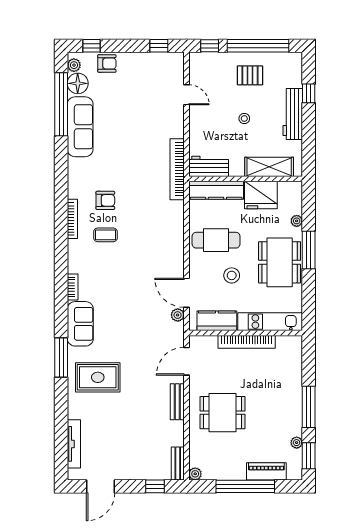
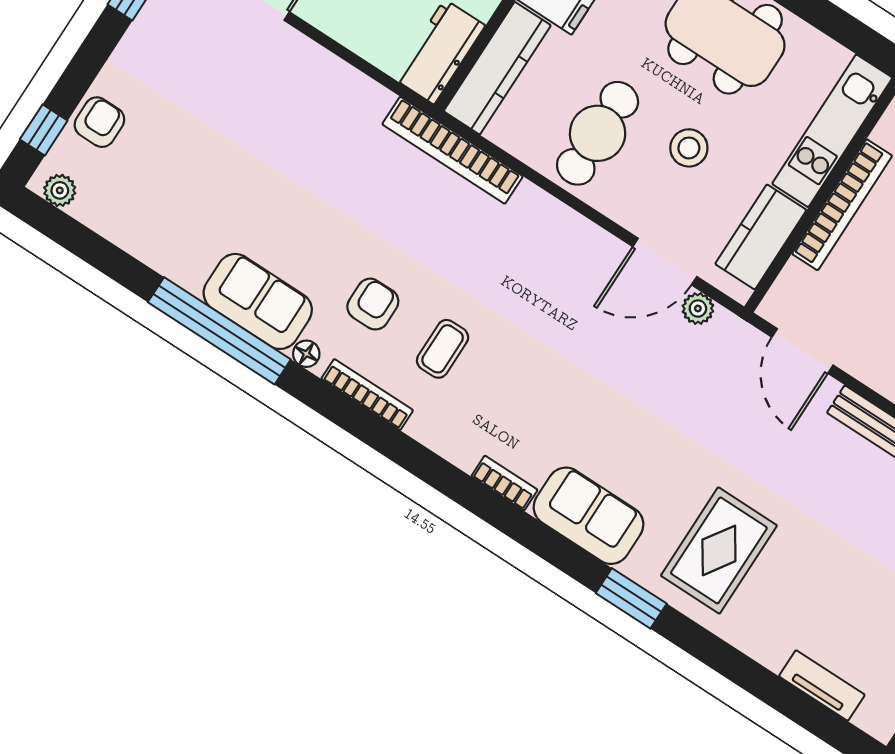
floor lamp: (78, 83) -> (306, 354), moved, width x0.53, depth x0.53
window: (61, 104) -> (219, 331), moved
sofa: (80, 127) -> (258, 301), moved, width x0.73
bookcase: (177, 169) -> (453, 150), moved
window: (61, 358) -> (631, 598), width x0.69
tv unit: (74, 444) -> (822, 686), width x0.71

